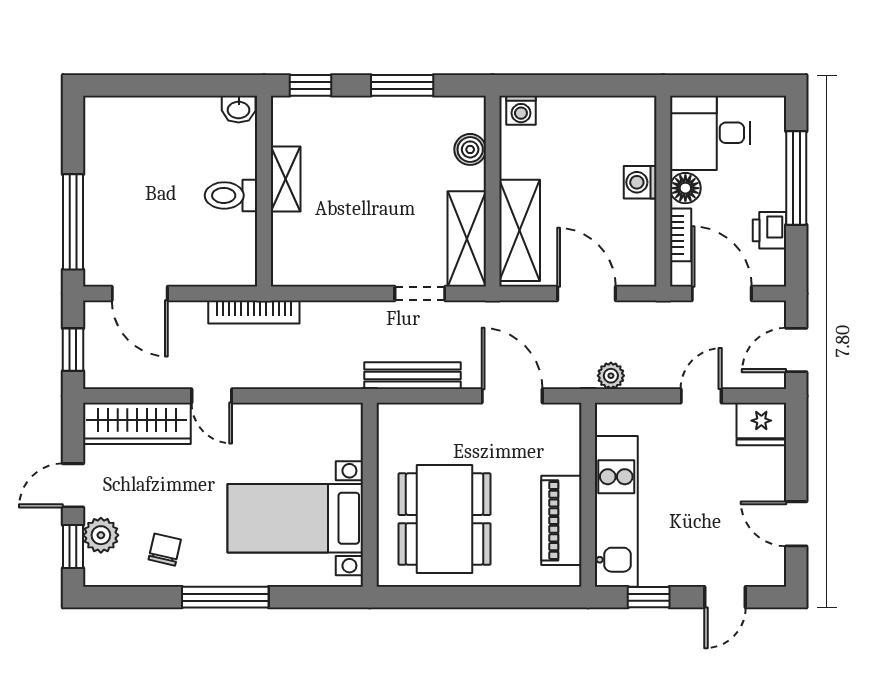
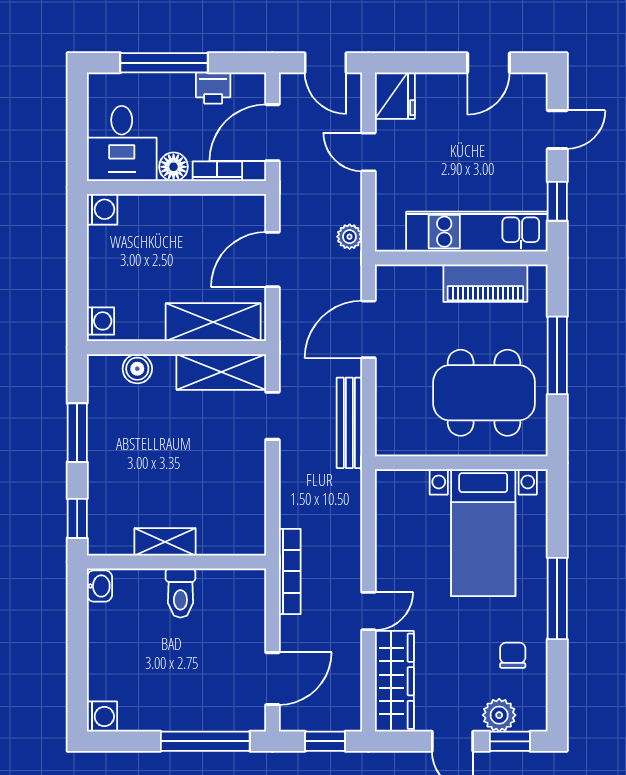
washing machine: (99, 112) -> (102, 717), added
washing machine: (640, 182) -> (102, 209), moved, turned -90
chair: (165, 550) -> (513, 655), turned 77
window: (484, 597) -> (557, 355), added
door: (725, 597) -> (557, 130), hinge flipped

